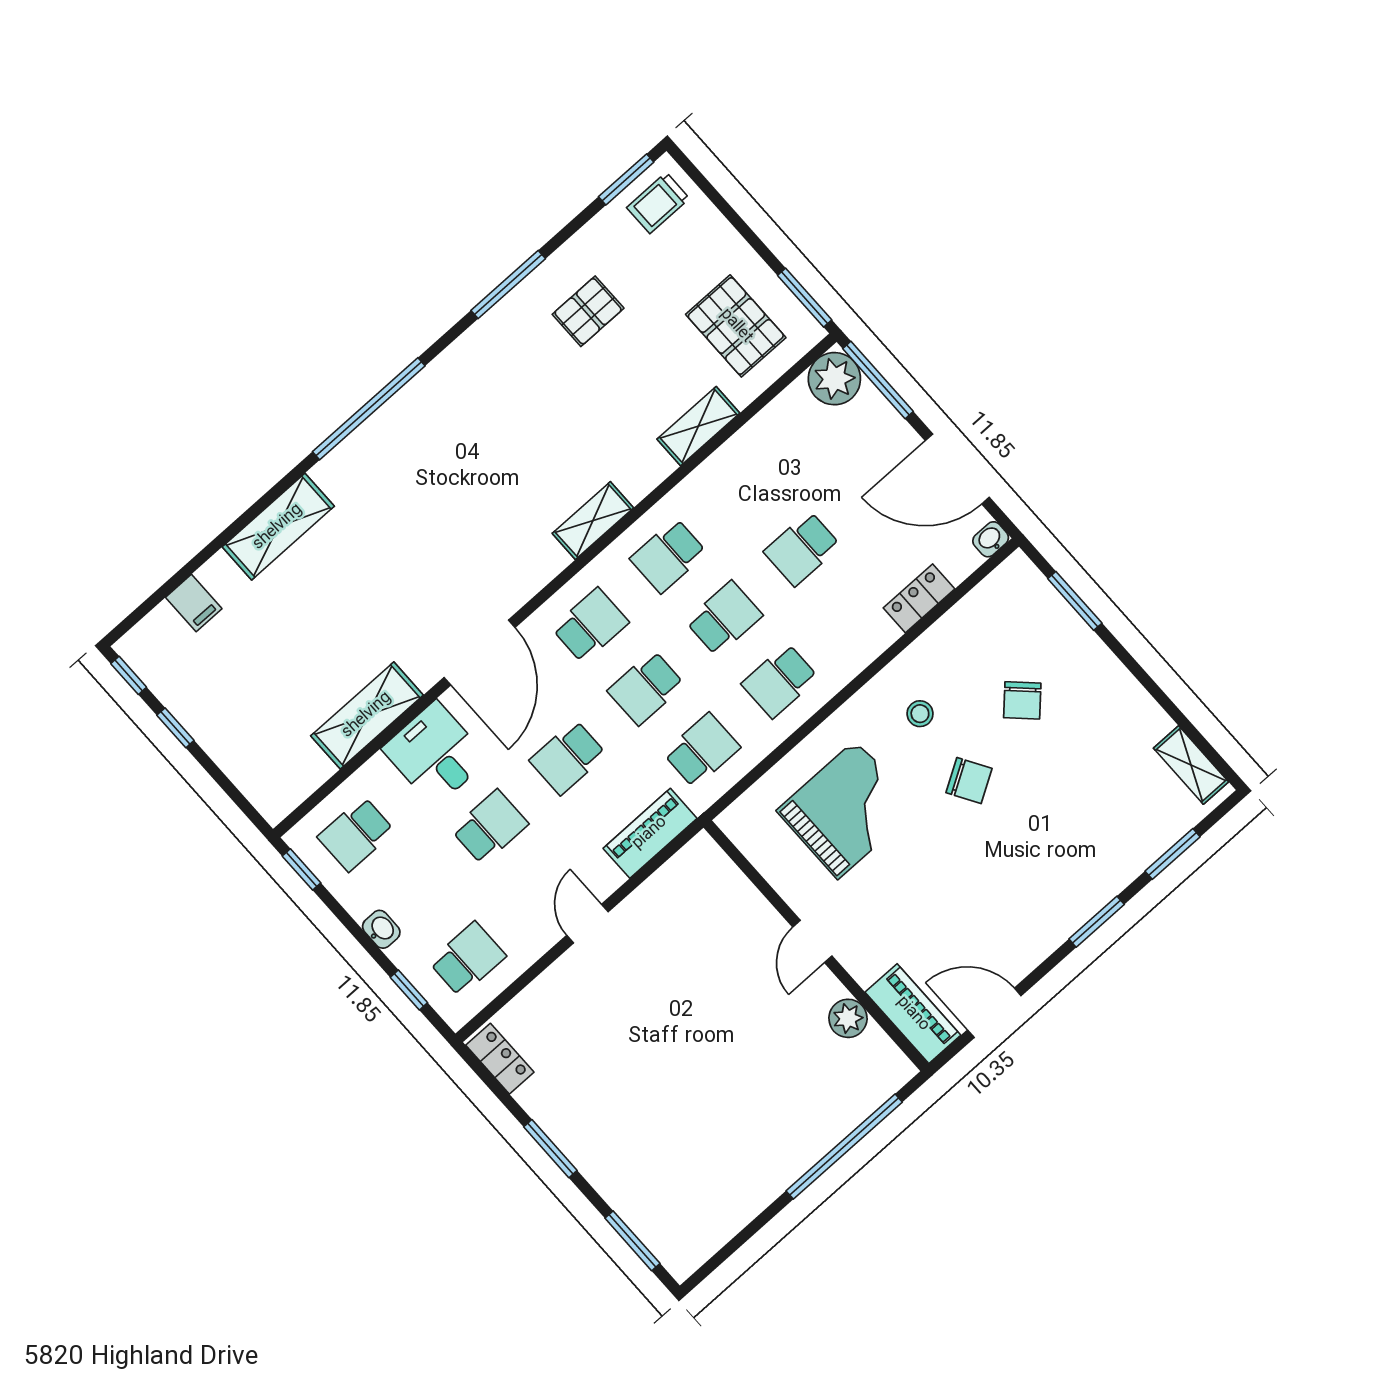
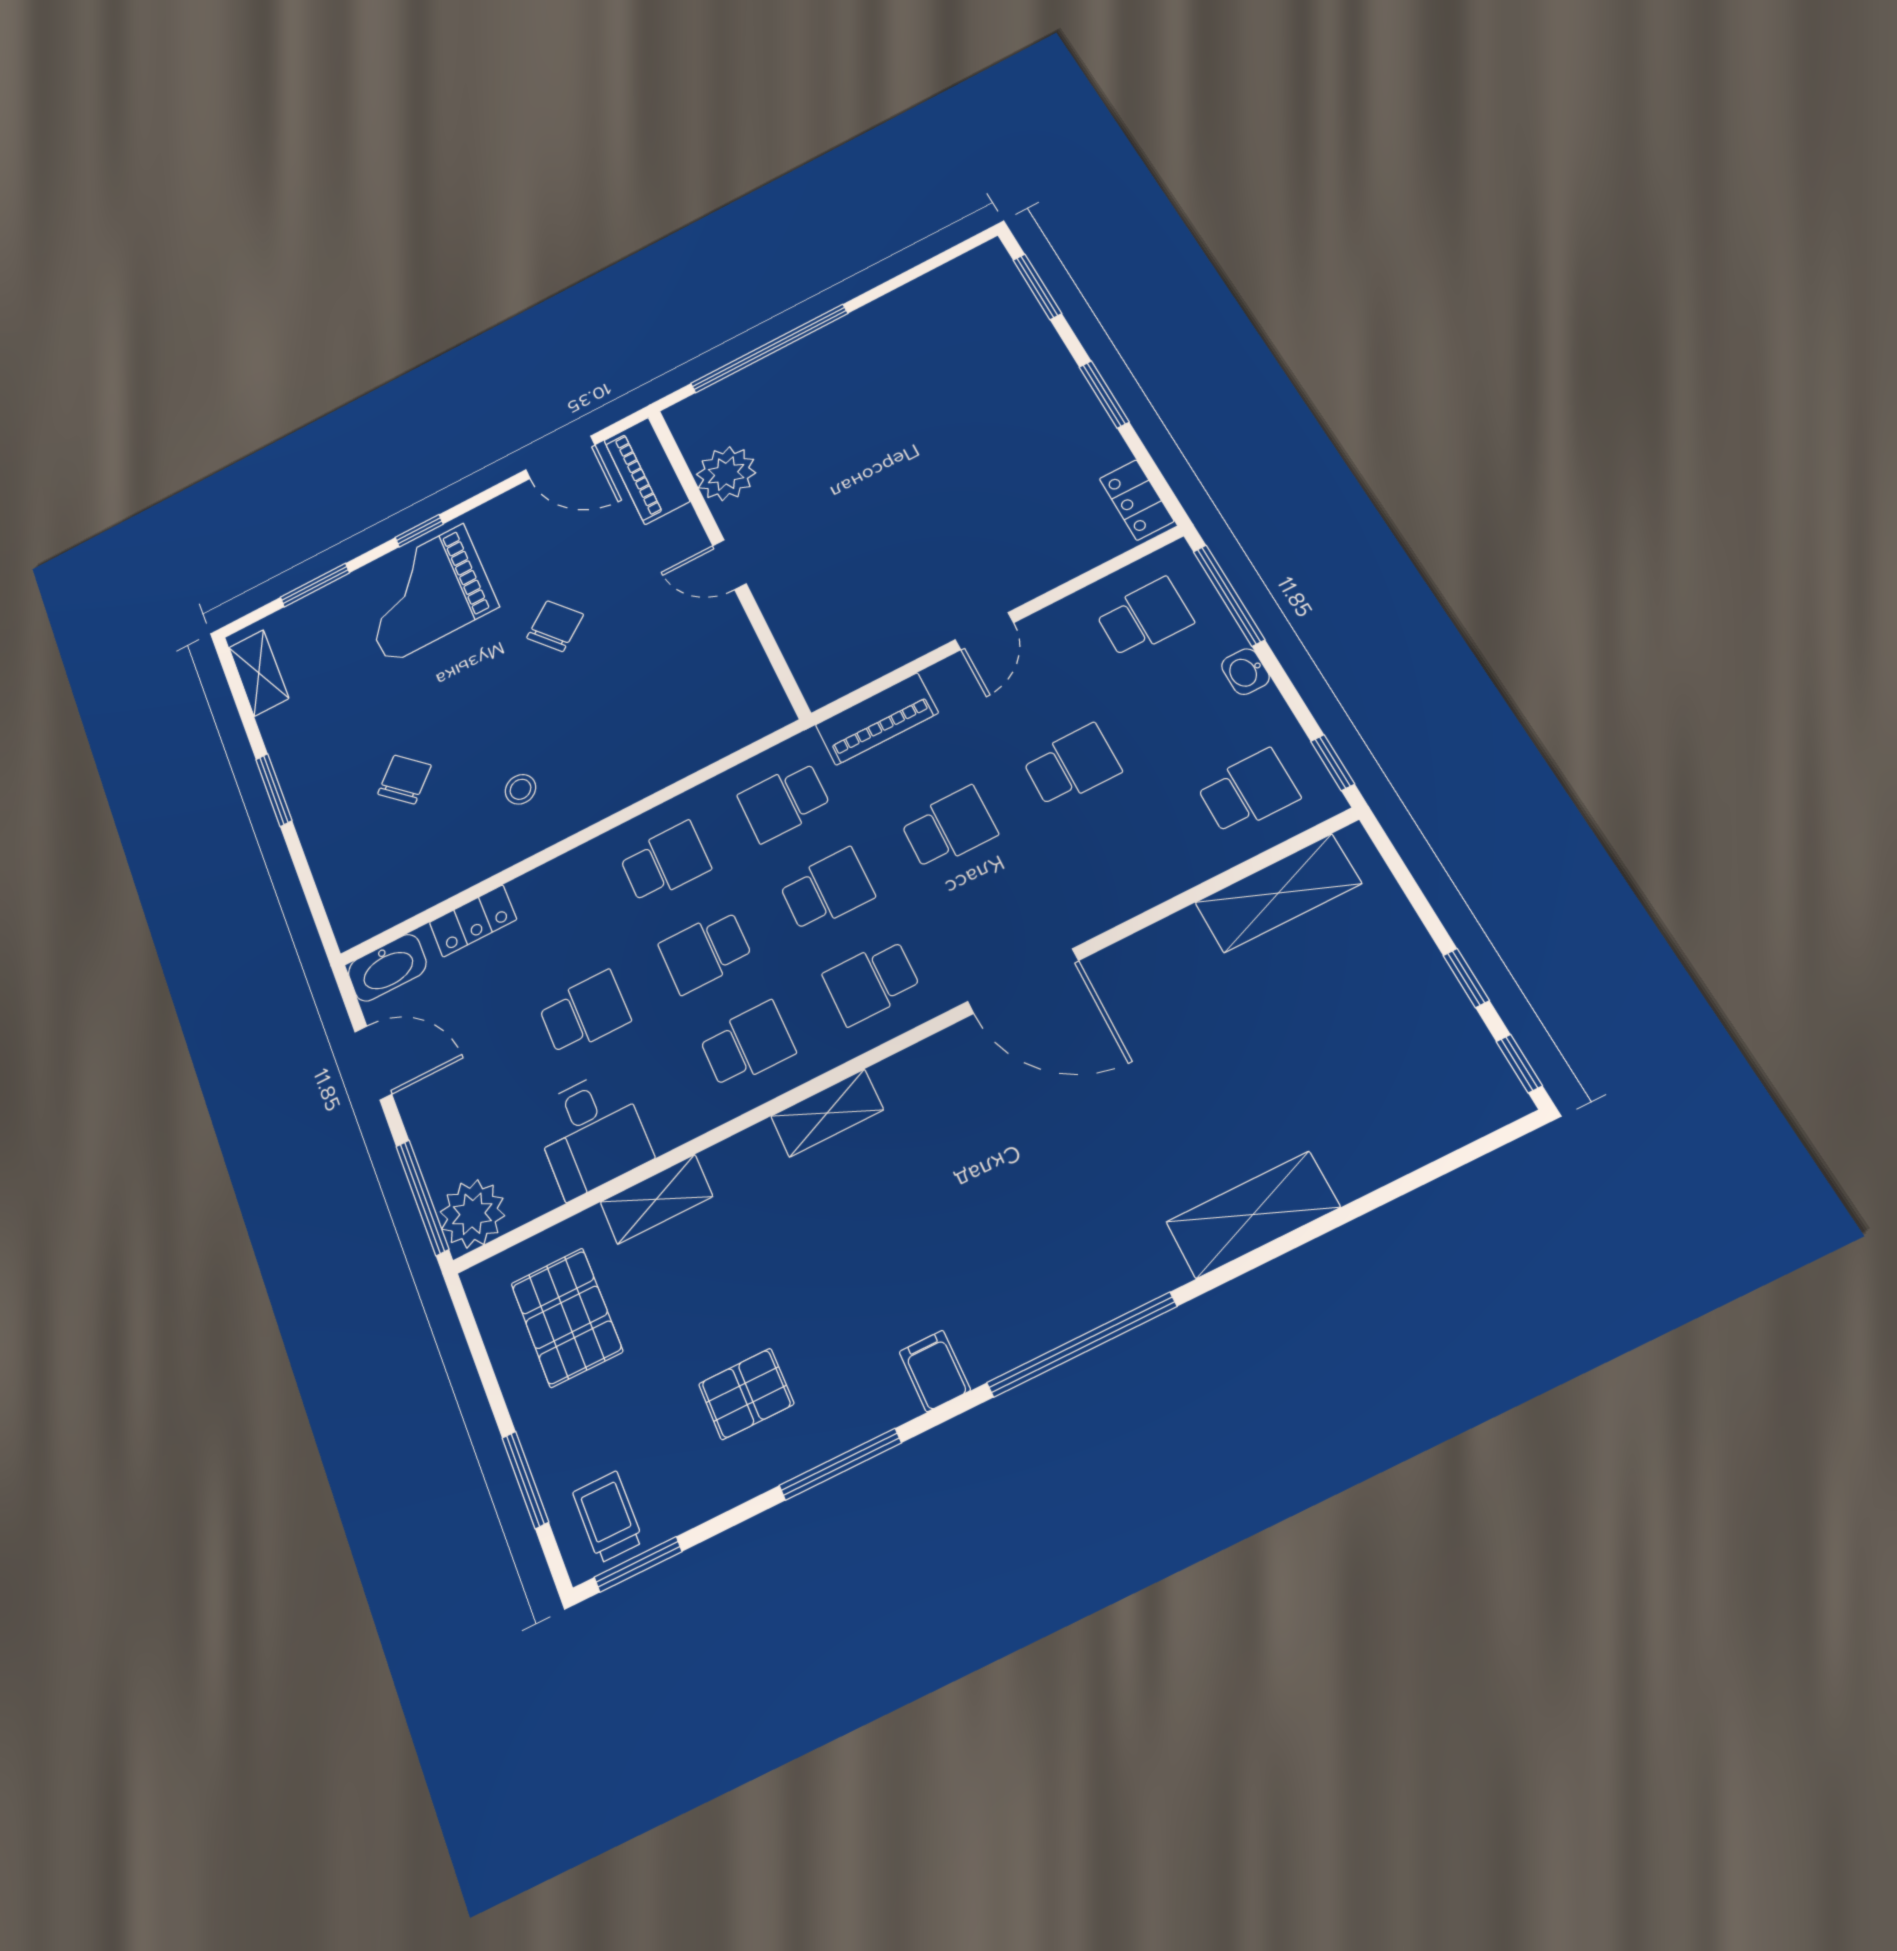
trolley: (658, 203) -> (608, 1517), turned -90
window: (805, 298) -> (525, 1480), moved
door: (957, 469) -> (373, 1063), width x0.73
washbasin: (991, 539) -> (387, 968), width x1.91, depth x1.45
window: (1075, 601) -> (274, 790), moved
filing cabinet: (194, 603) -> (935, 1371), moved
door: (480, 652) -> (1023, 981), swing flipped
shelving: (367, 715) -> (1278, 893), moved
desk: (435, 754) -> (591, 1133), moved
chair: (969, 781) -> (555, 626), moved, turned 82
grand piano: (847, 810) -> (425, 594), moved
school desk: (490, 827) -> (1072, 765), turned 180
window: (1097, 922) -> (419, 531), width x0.67
door: (812, 941) -> (729, 565), swing flipped
school desk: (467, 959) -> (1144, 618), turned 180
window: (409, 990) -> (1229, 595), width x2.17
plant: (848, 1018) -> (726, 474), width x1.36, depth x1.36

